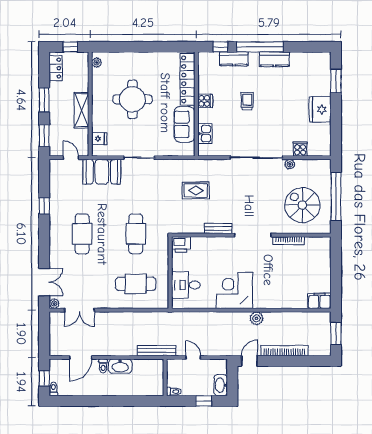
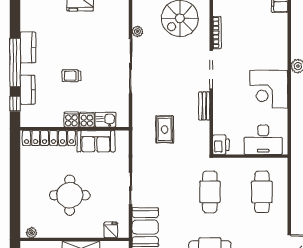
cooker: (300, 149) -> (87, 120), moved, turned 90
cafe table: (136, 234) -> (210, 192), turned 90
desk: (186, 285) -> (263, 140), width x1.37

